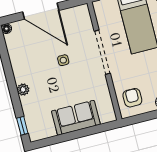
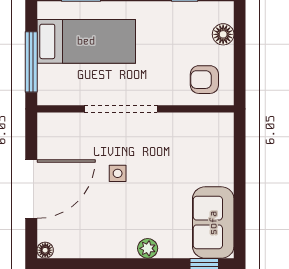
sofa: (76, 118) -> (213, 223), moved

